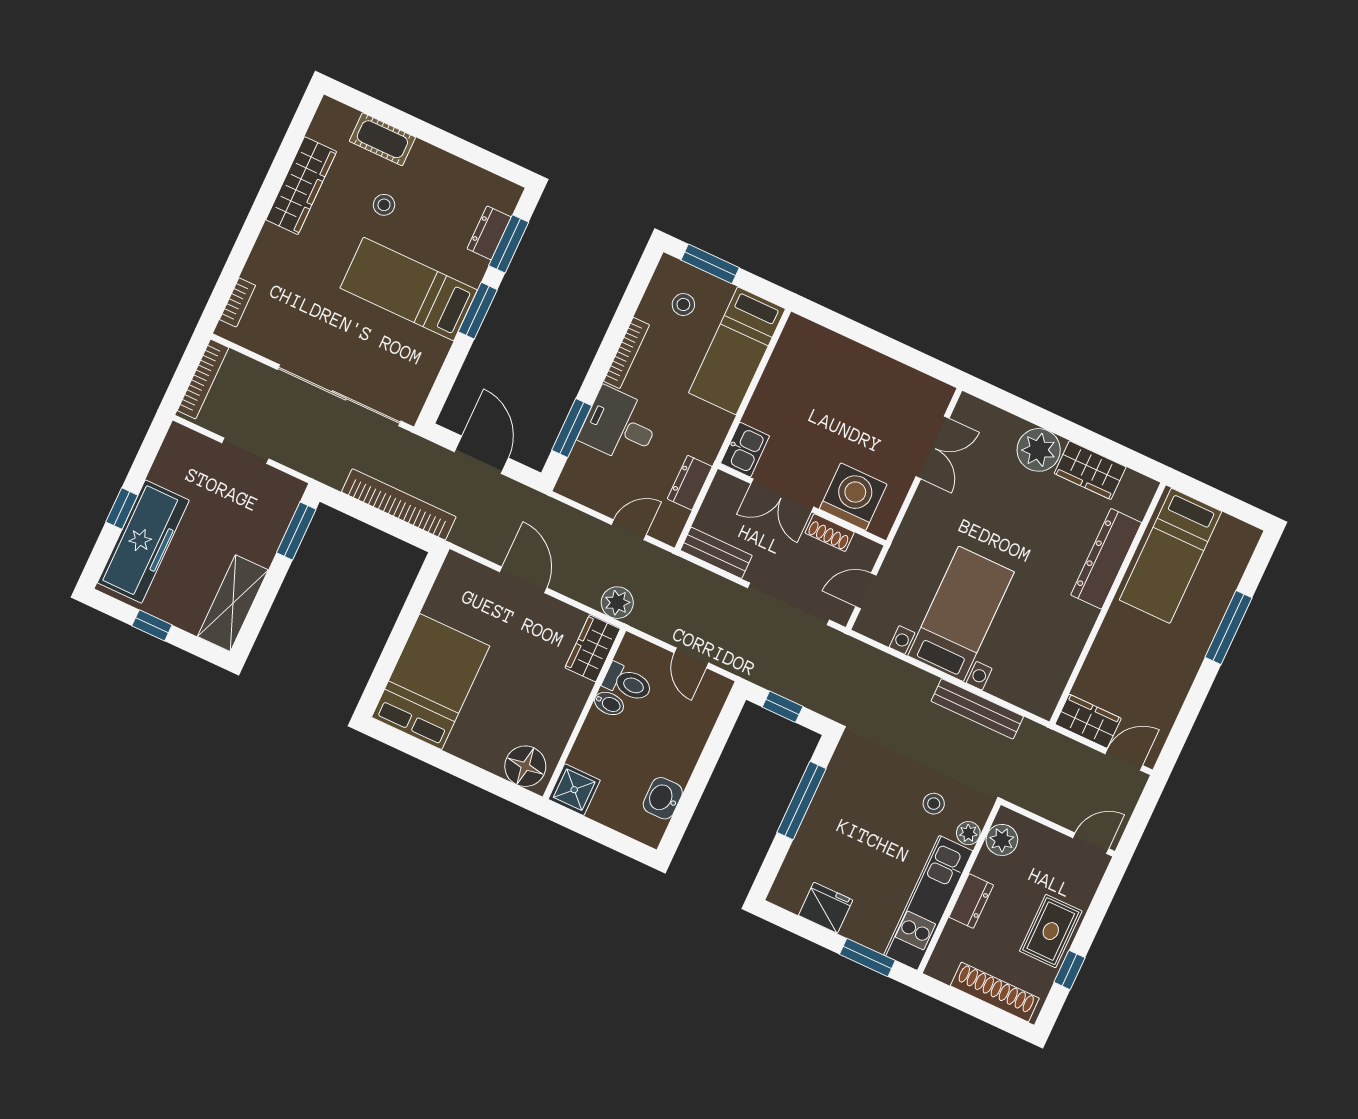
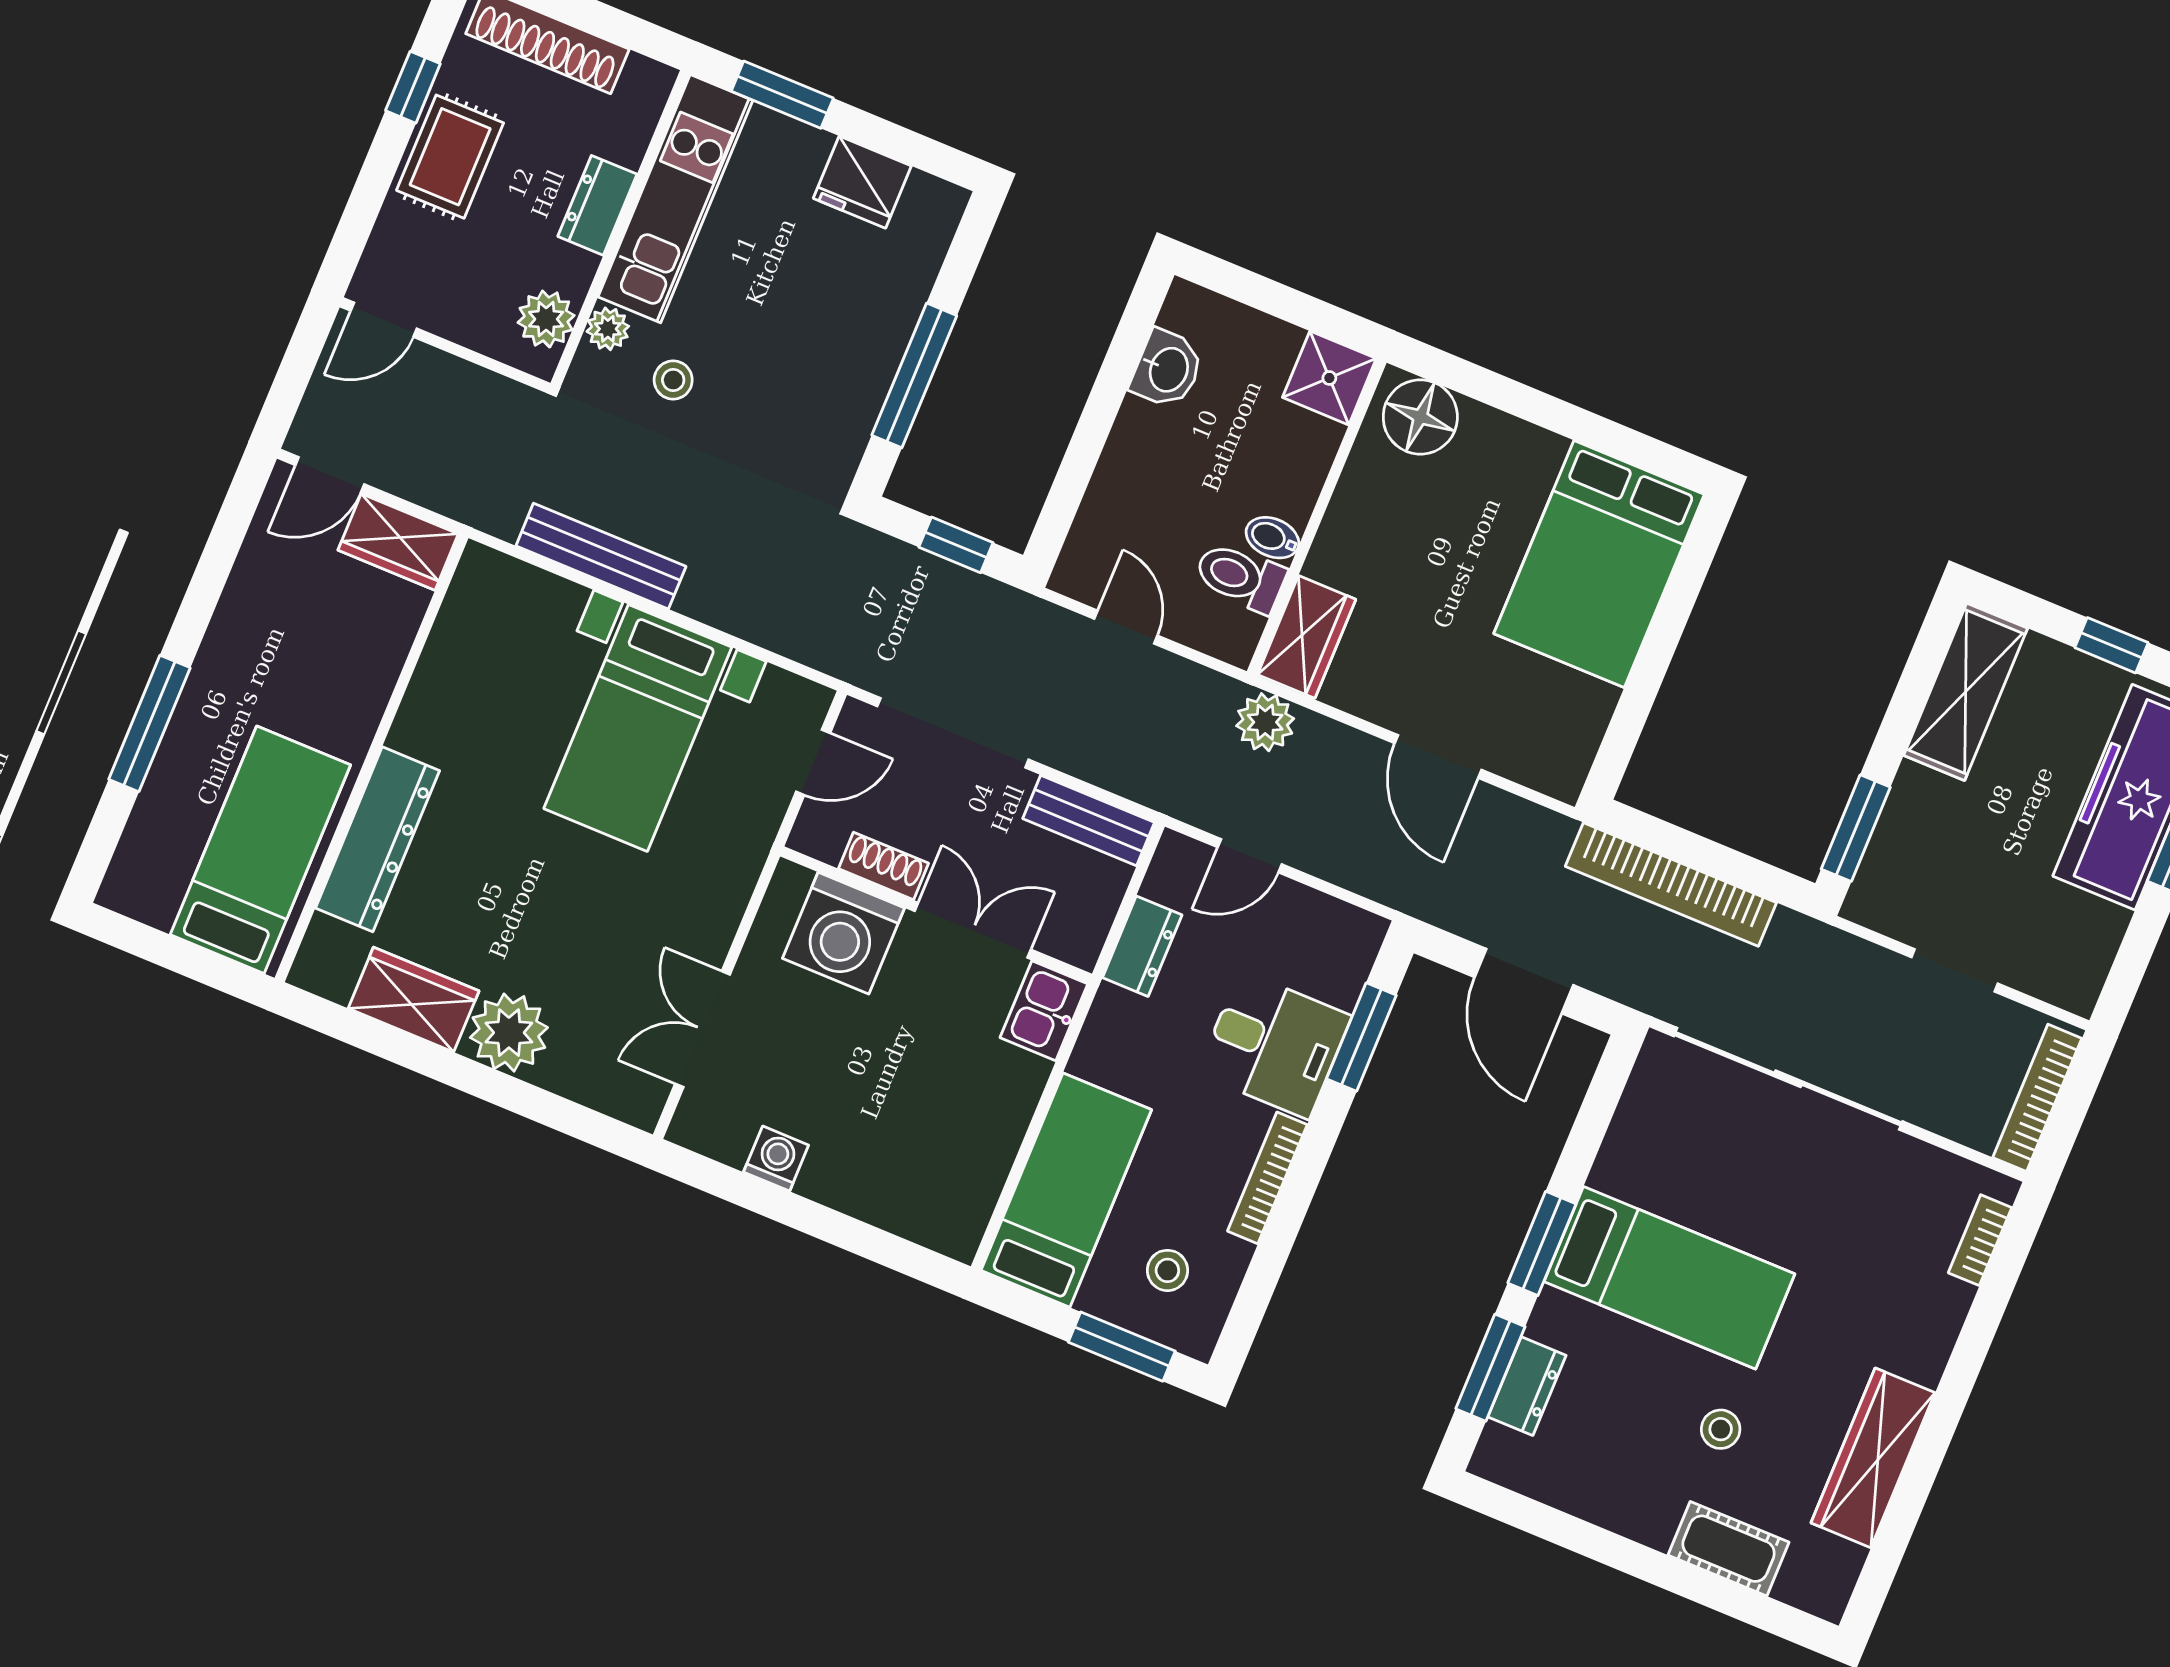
washing machine: (895, 375) -> (776, 1159), added

